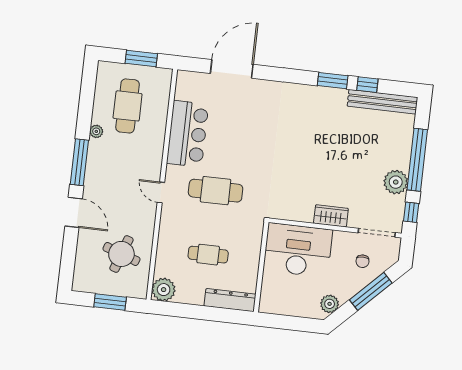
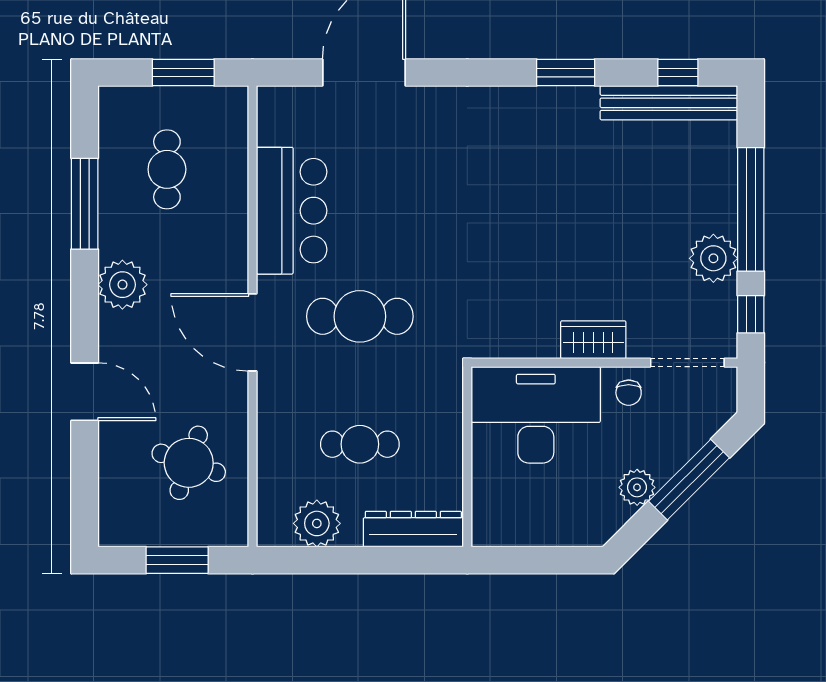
window: (367, 85) -> (678, 72), moved
cafe table: (128, 106) -> (167, 169), width x0.73, depth x0.74
plant: (96, 131) -> (122, 285), moved, width x1.88, depth x1.88
window: (79, 162) -> (85, 204), moved
door: (161, 192) -> (252, 332), width x1.88
chair: (363, 261) -> (629, 393), moved
plant: (164, 290) -> (317, 523), moved
plant: (330, 304) -> (637, 487), moved

